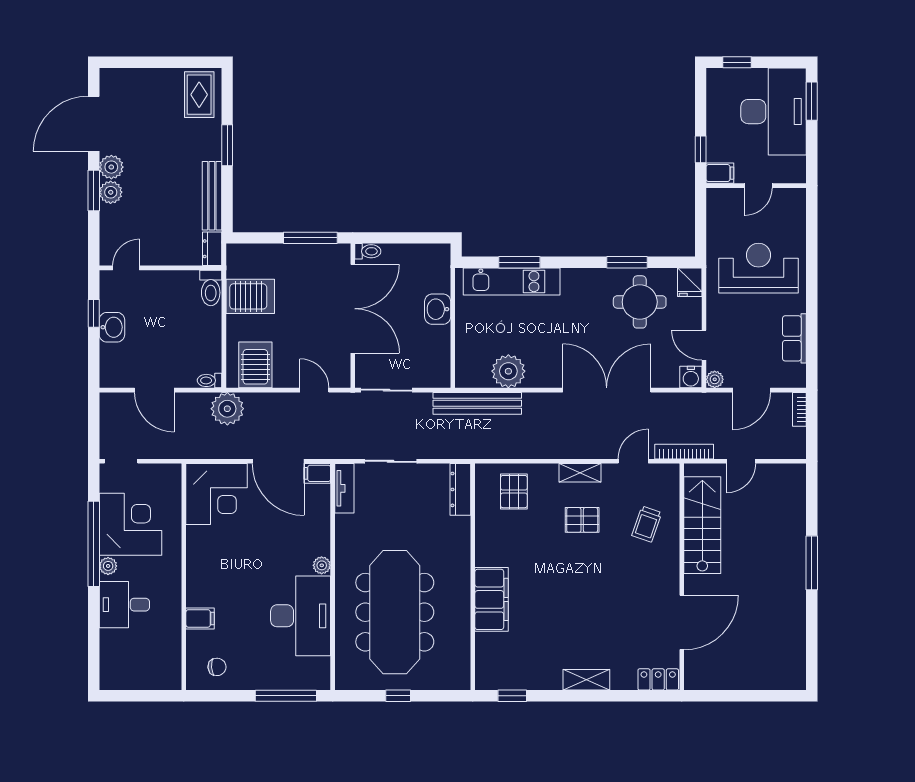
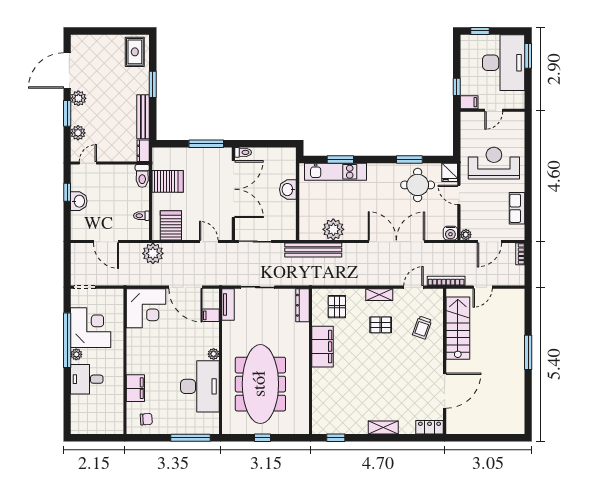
plant: (111, 192) -> (78, 133), moved
door: (704, 345) -> (459, 195), moved
toilet: (209, 380) -> (141, 216), moved
filing cabinet: (317, 473) -> (211, 315), moved
filing cabinet: (492, 599) -> (323, 347), moved
filing cabinet: (200, 618) -> (135, 388), width x2.00

